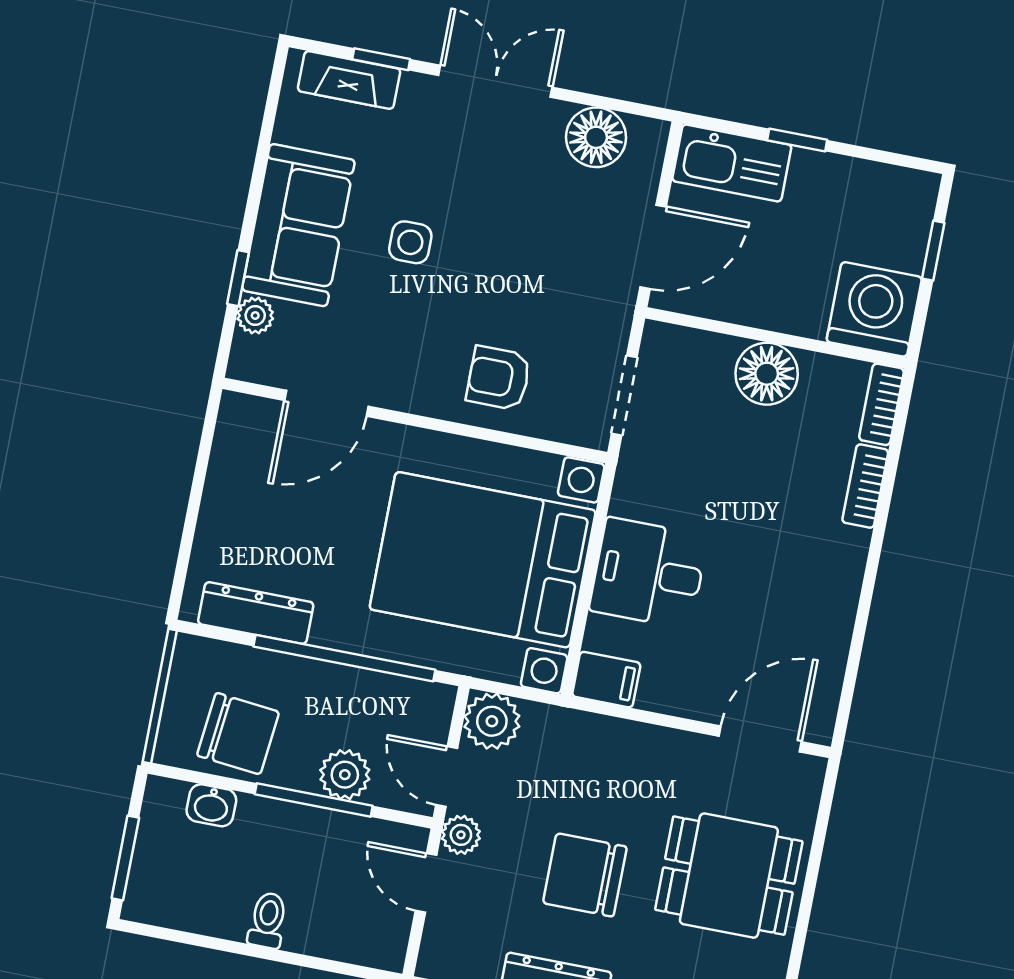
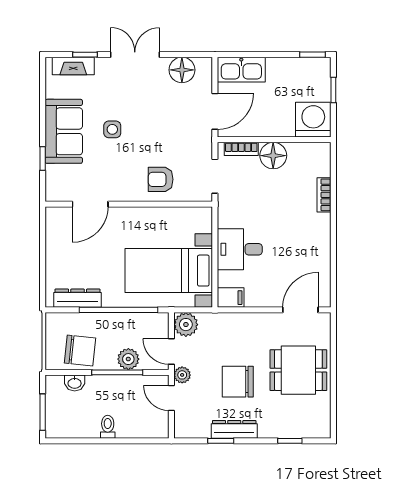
window: (797, 140) -> (312, 55), moved
plant: (255, 316) -> (53, 173), removed
bookcase: (881, 404) -> (241, 149), moved, turned -90
bed with nightstands: (483, 560) -> (169, 271), width x0.73

